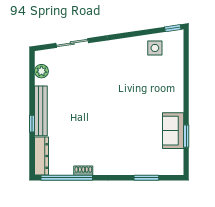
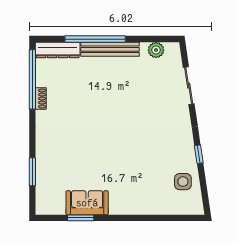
window: (173, 28) -> (199, 154), moved
window: (32, 124) -> (95, 39), width x3.17

